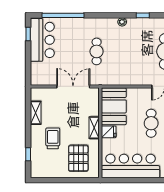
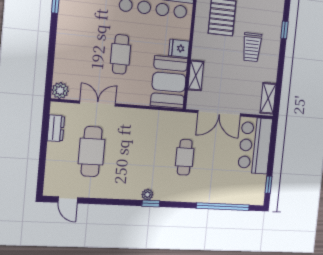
window: (143, 15) -> (151, 204), moved
bar counter: (42, 40) -> (255, 146), moved
shelving: (36, 113) -> (268, 98), moved
shelving: (94, 128) -> (196, 76), moved

